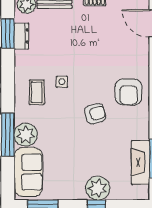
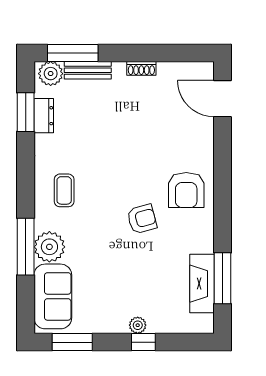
side table: (62, 82) -> (98, 176), removed
plant: (98, 188) -> (138, 325), width x0.53, depth x0.53

